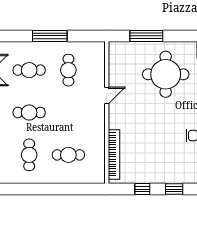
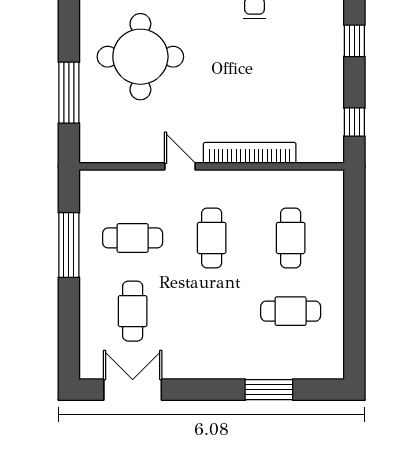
window: (50, 36) -> (69, 245), moved
cafe table: (29, 112) -> (212, 238), moved
bookcase: (114, 154) -> (250, 153), moved
window: (142, 189) -> (354, 122), moved

